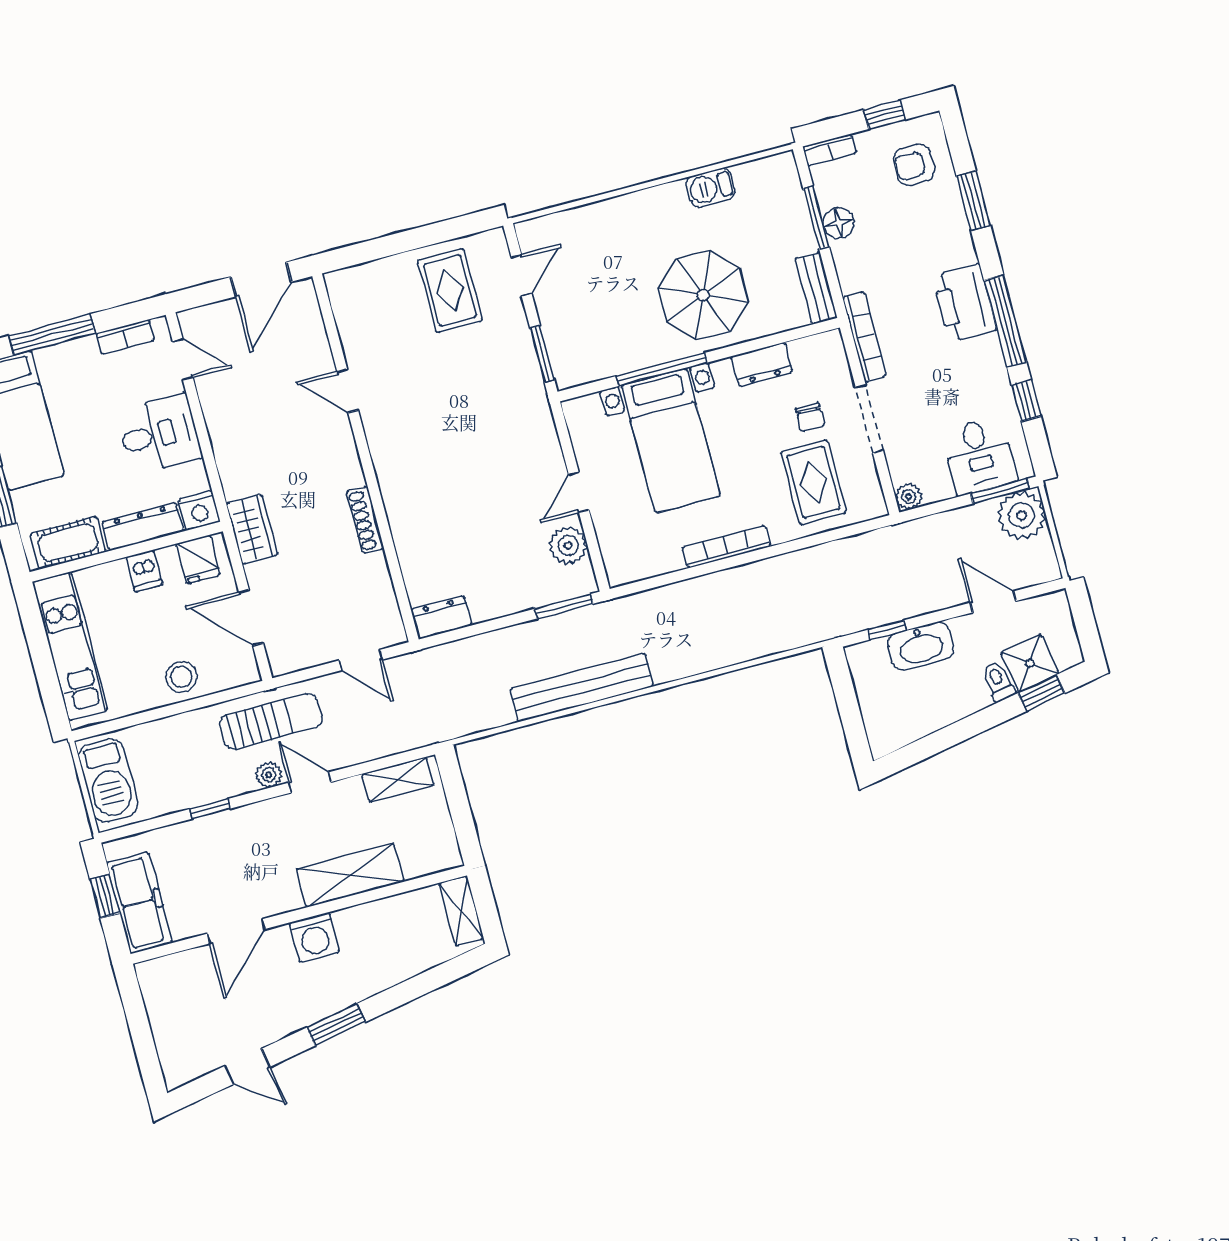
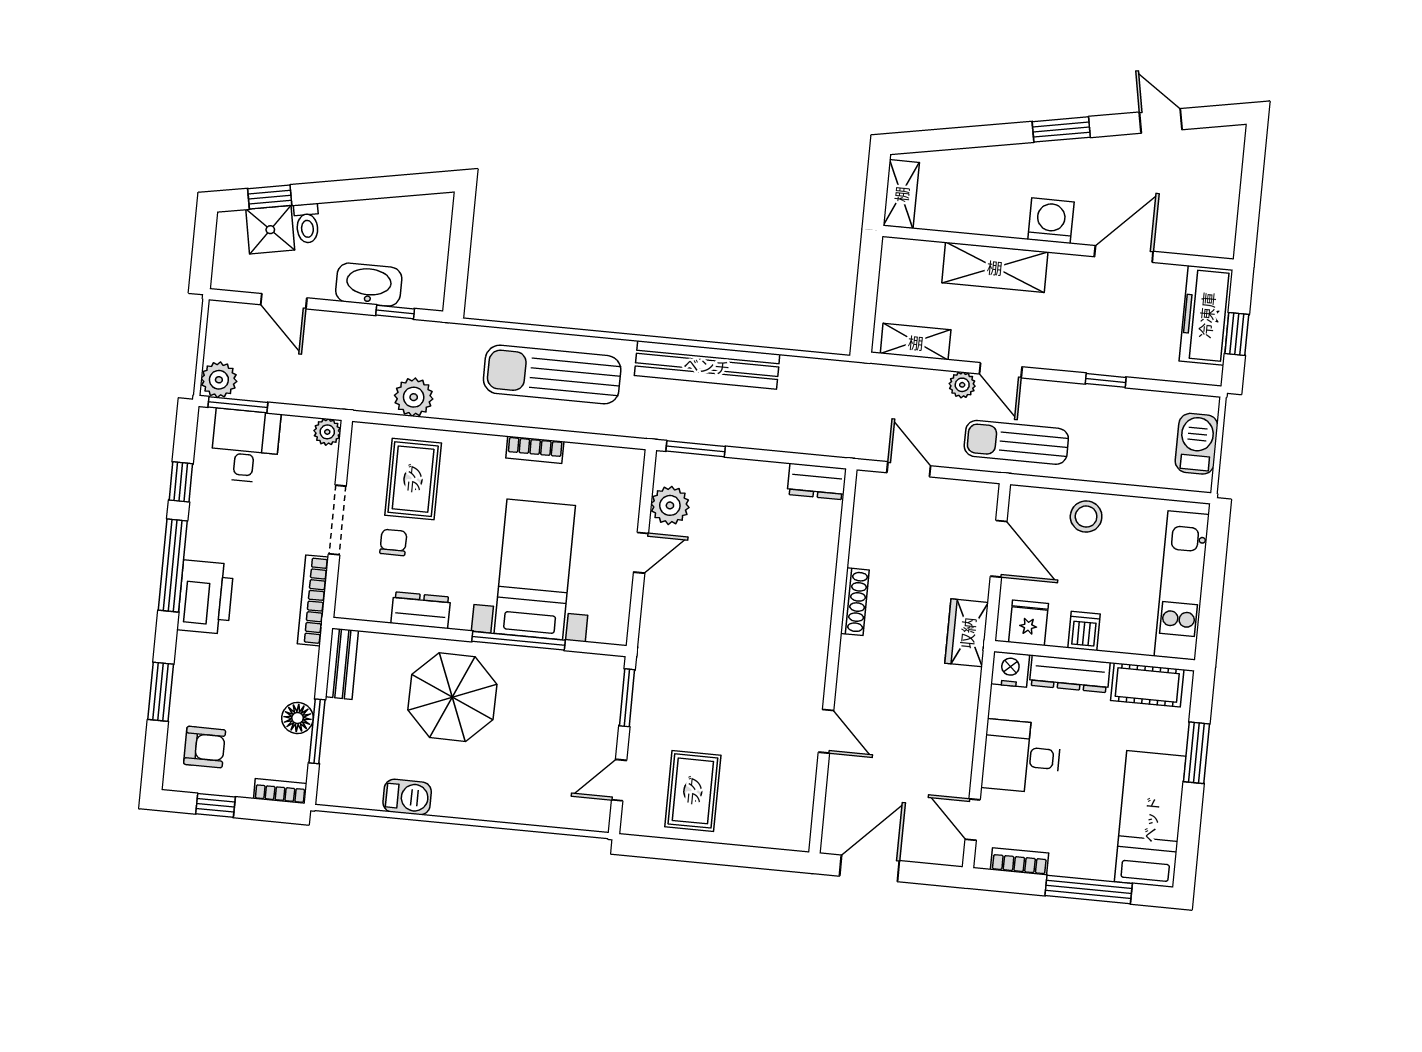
plant: (1021, 515) -> (219, 380), width x0.73, depth x0.73
bookcase: (726, 547) -> (535, 450), width x0.64
plant: (841, 558) -> (414, 397), added
sun lounger: (721, 626) -> (552, 375), added
plant: (269, 775) -> (962, 385), moved
barbecue: (108, 781) -> (1197, 444), width x0.73, depth x0.83

